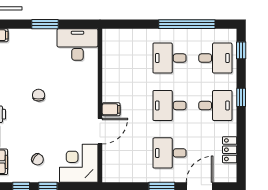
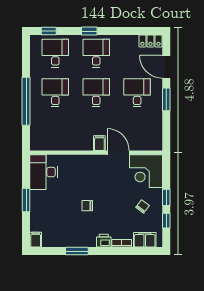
window: (187, 24) -> (26, 101), moved
desk: (169, 58) -> (55, 93), turned 180
desk: (169, 105) -> (96, 93), turned 180
locker: (230, 150) -> (150, 41), moved
desk: (169, 153) -> (137, 93), turned 180

